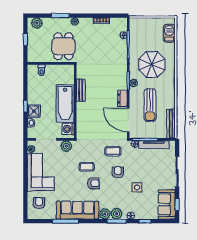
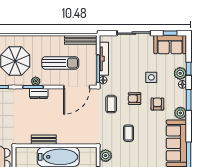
dresser: (122, 98) -> (39, 94), moved
washing machine: (68, 129) -> (87, 154), removed
armchair: (93, 183) -> (157, 104), moved
plant: (117, 214) -> (180, 73), moved

